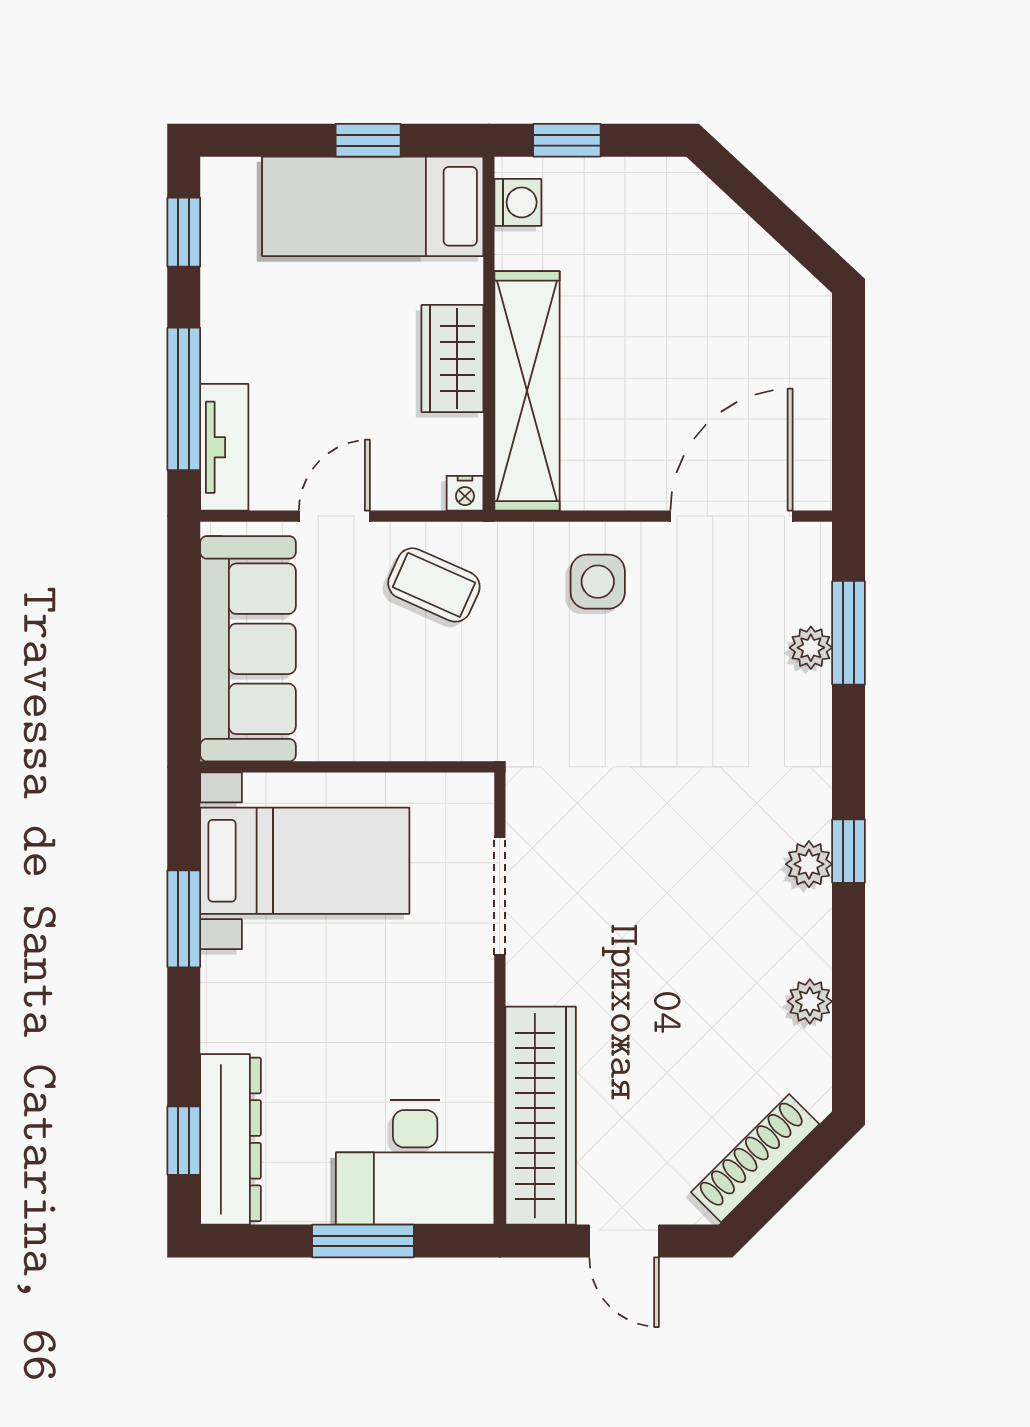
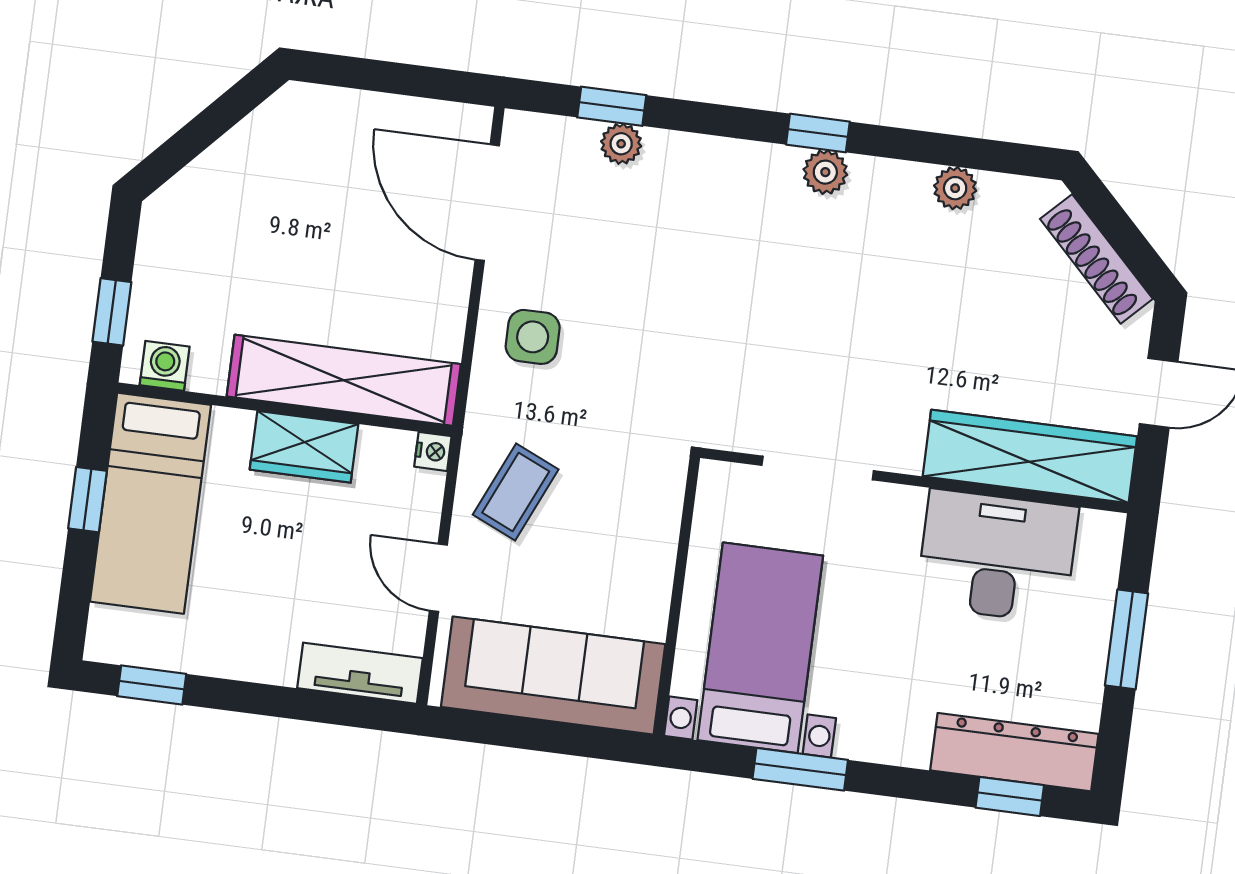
window: (184, 399) -> (309, 706), removed
window: (849, 633) -> (612, 106), width x0.67
desk: (415, 1162) -> (997, 556), moved, turned -90

